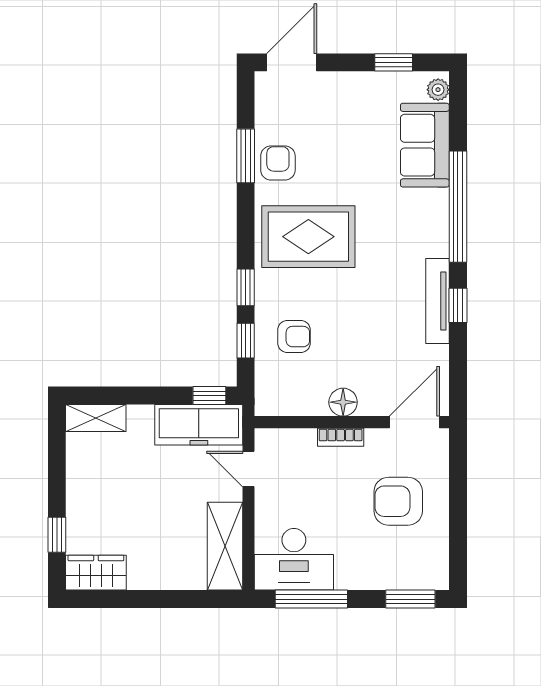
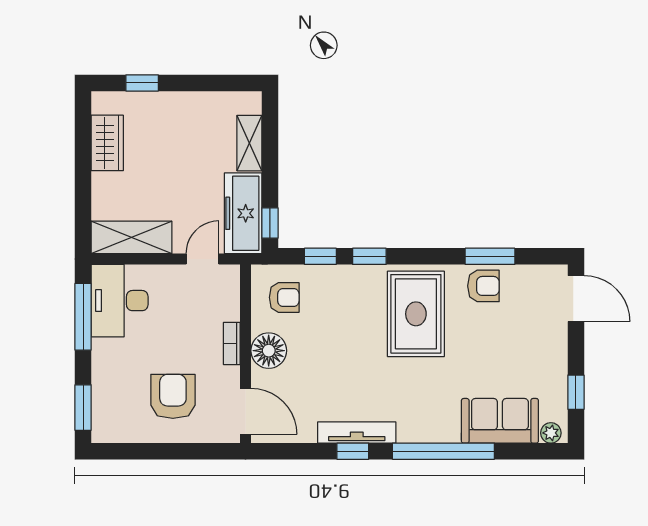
armchair: (294, 337) -> (284, 297), moved, turned -90
floor lamp: (343, 402) -> (269, 351), width x1.38, depth x1.38
shelving: (96, 418) -> (249, 143), moved
wardrobe: (96, 573) -> (107, 143), moved

